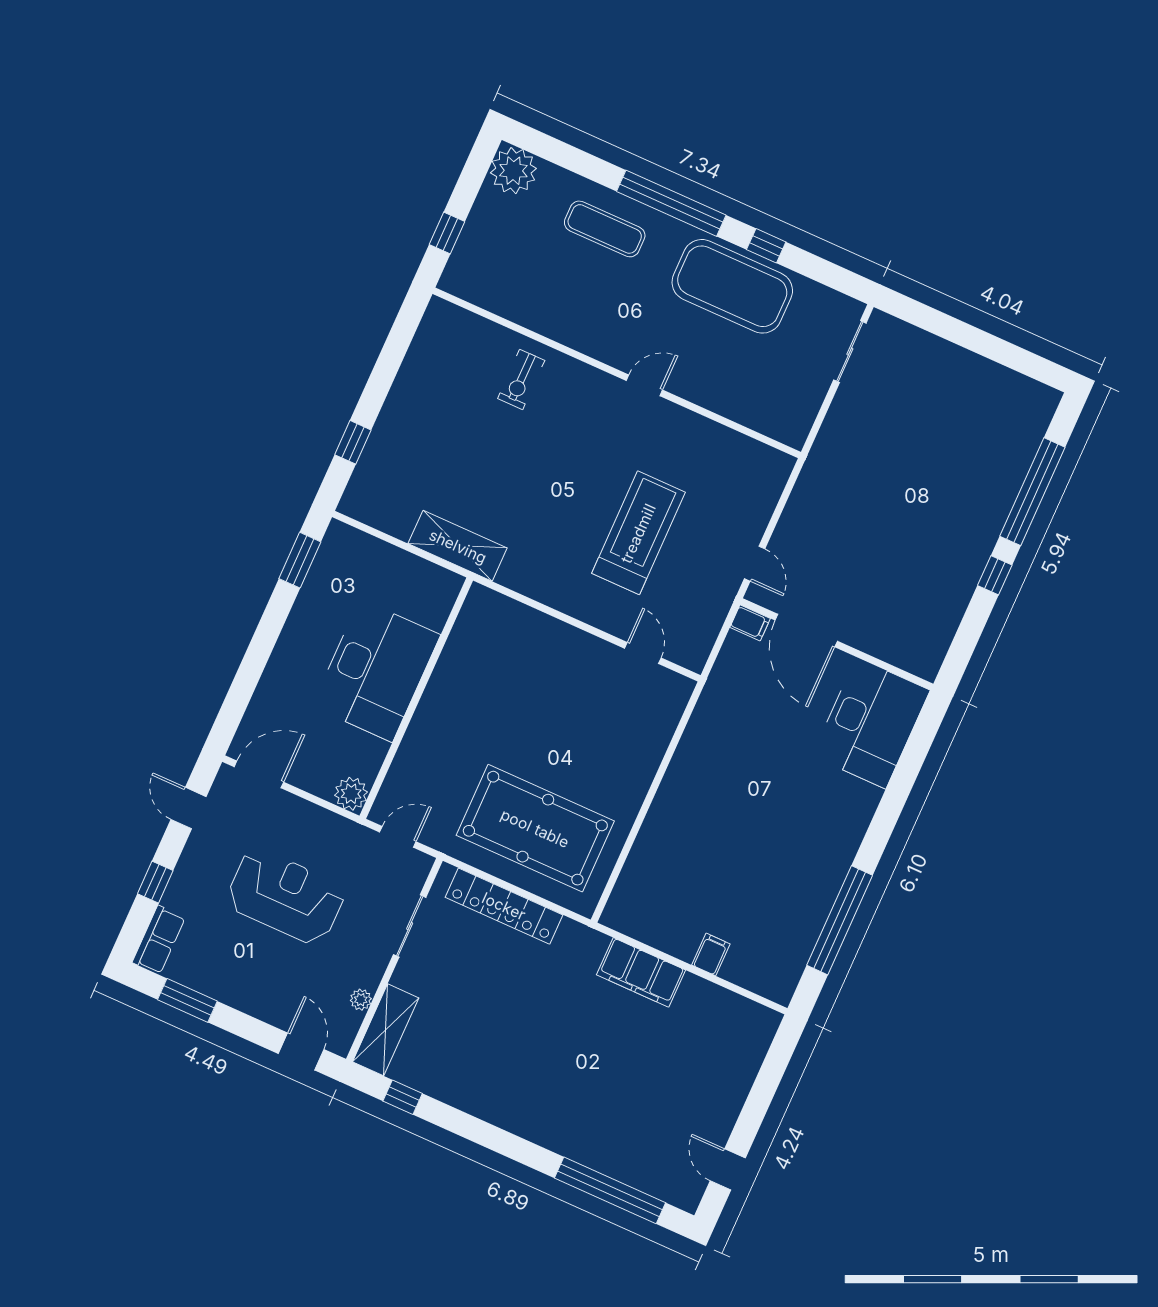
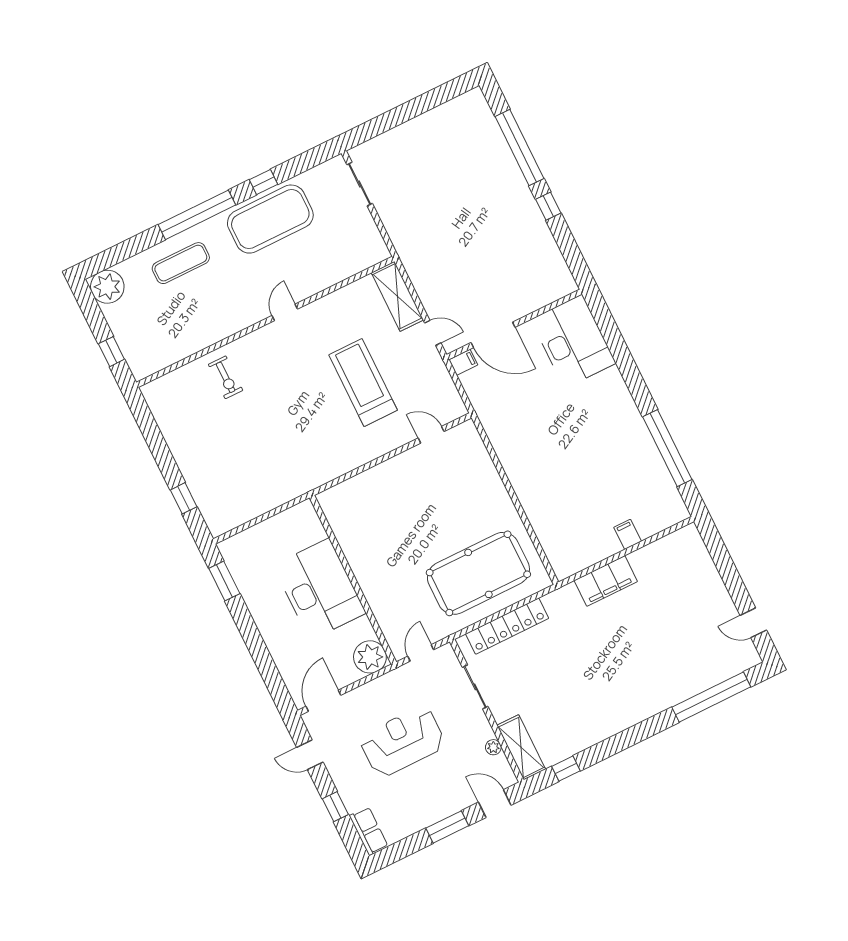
shelving: (458, 546) -> (397, 296), moved, turned 90
plant: (351, 794) -> (370, 657), width x1.36, depth x1.36
window: (187, 1000) -> (447, 827), moved

